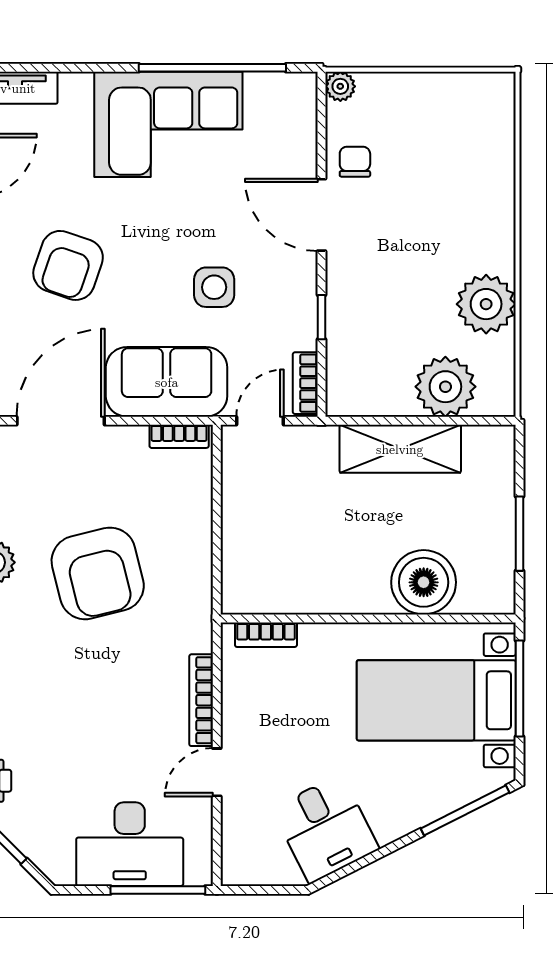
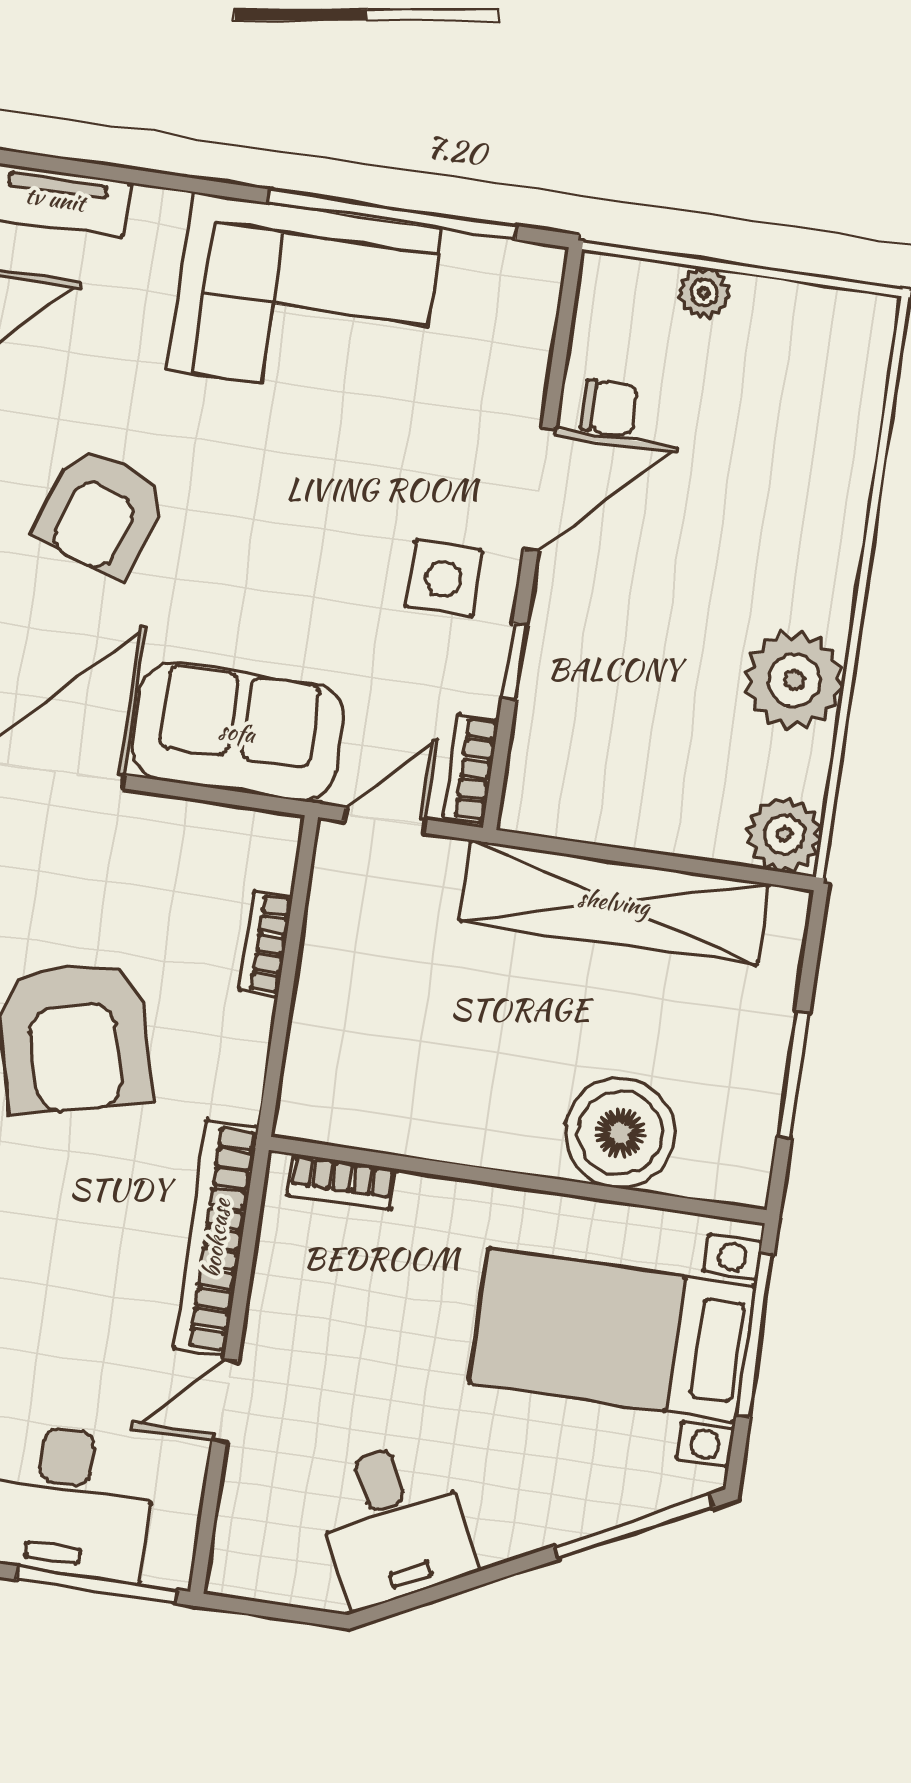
plant: (340, 86) -> (704, 293), moved
chair: (355, 162) -> (609, 408), turned 90
door: (322, 215) -> (540, 489), swing flipped
side table: (214, 287) -> (444, 579), moved
plant: (445, 387) -> (784, 835), moved, width x0.73, depth x0.73
bookcase: (179, 436) -> (266, 943), moved, turned 90
shelving: (400, 449) -> (614, 902), width x1.47
bookcase: (201, 700) -> (216, 1238), width x1.48, depth x1.31

